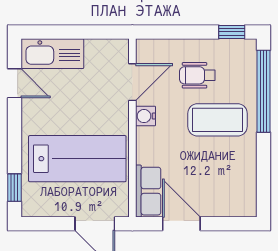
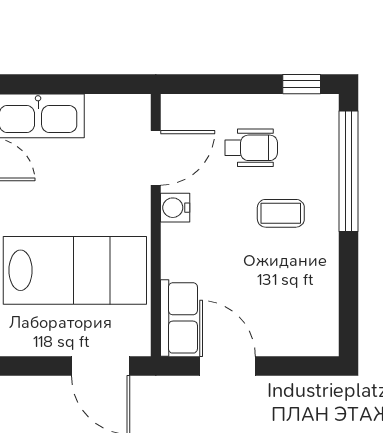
wheelchair: (197, 75) -> (251, 148), turned 180
coffee table: (218, 120) -> (281, 213), width x0.54, depth x0.58

